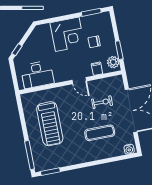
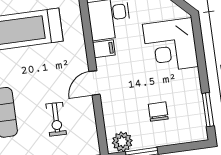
corner desk: (67, 34) -> (170, 45), moved
filing cabinet: (97, 69) -> (104, 49), moved

